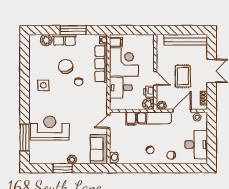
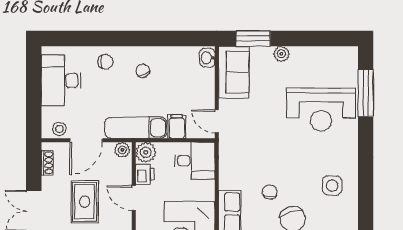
desk: (121, 88) -> (195, 161), moved
door: (108, 122) -> (217, 121), swing flipped
window: (63, 168) -> (253, 38), moved

